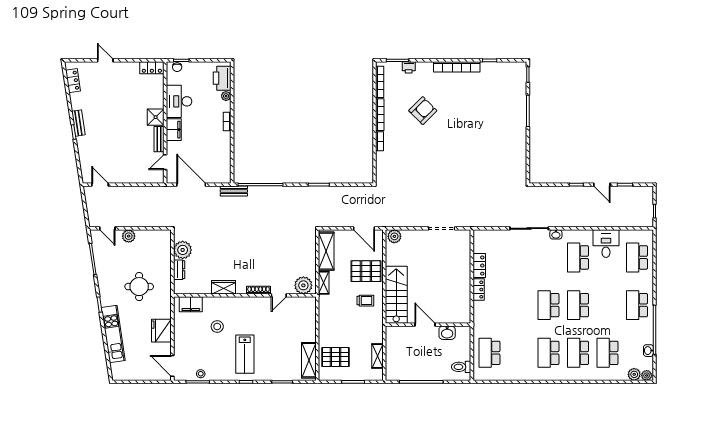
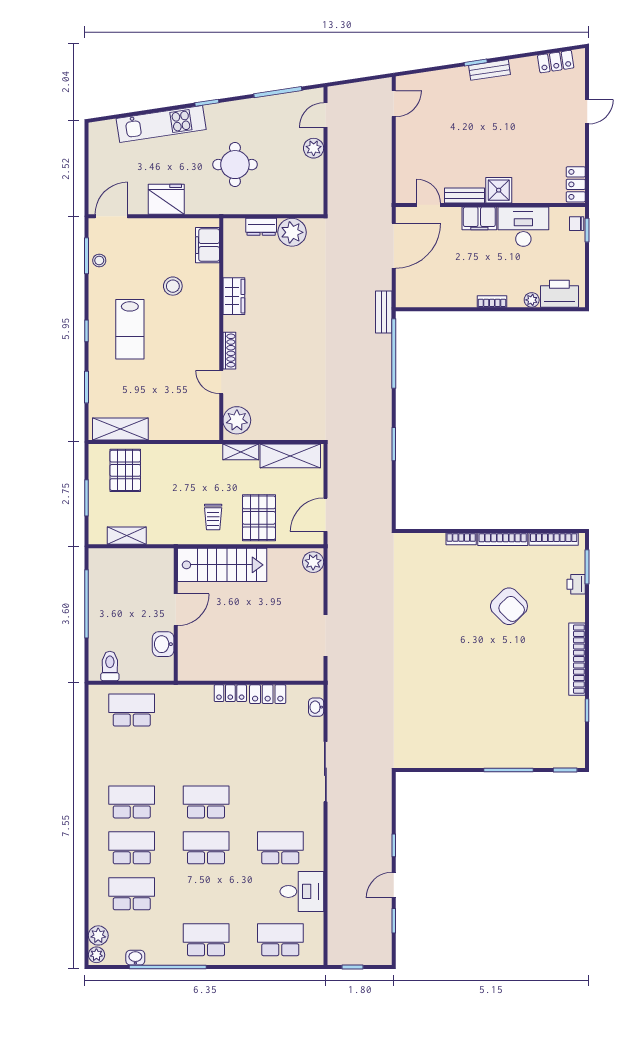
washbasin: (556, 234) -> (316, 707), moved
lab bench: (245, 354) -> (130, 329), turned -90

